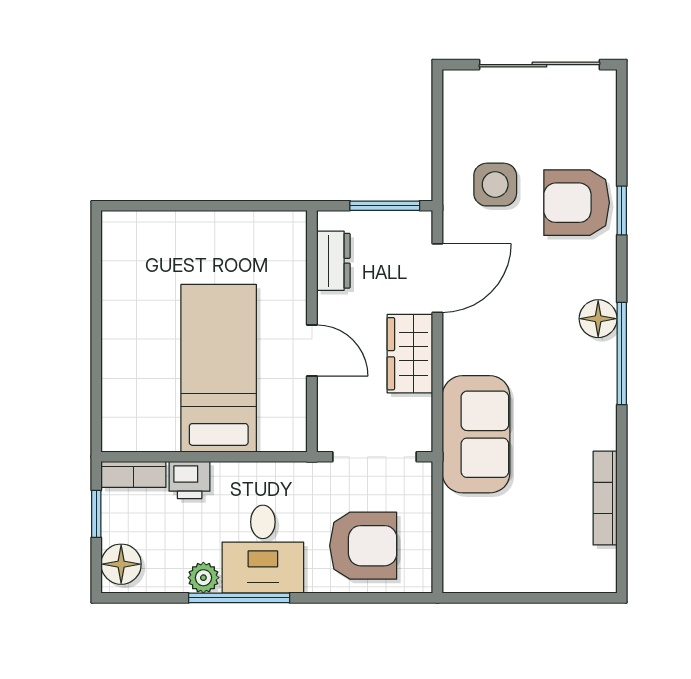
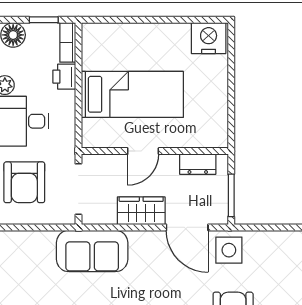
side table: (495, 185) -> (229, 250), moved
nightstand: (126, 243) -> (209, 38), added

